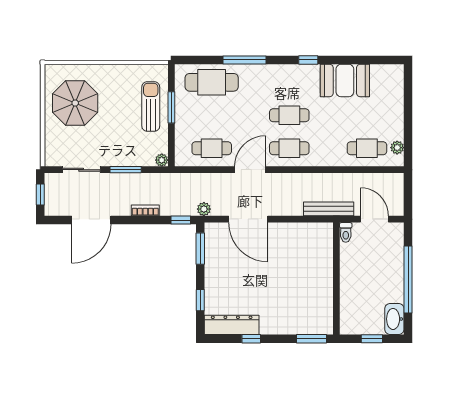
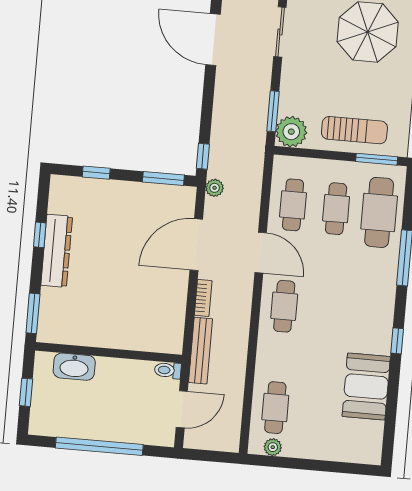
window: (171, 107) -> (377, 159), moved
cafe table: (289, 115) -> (336, 209), moved
plant: (162, 160) -> (291, 132), width x1.88, depth x1.88
window: (126, 170) -> (273, 111), moved
bookcase: (145, 210) -> (203, 298), moved
washbasin: (394, 319) -> (74, 367), moved, turned 180
dresser: (232, 325) -> (57, 251), moved

